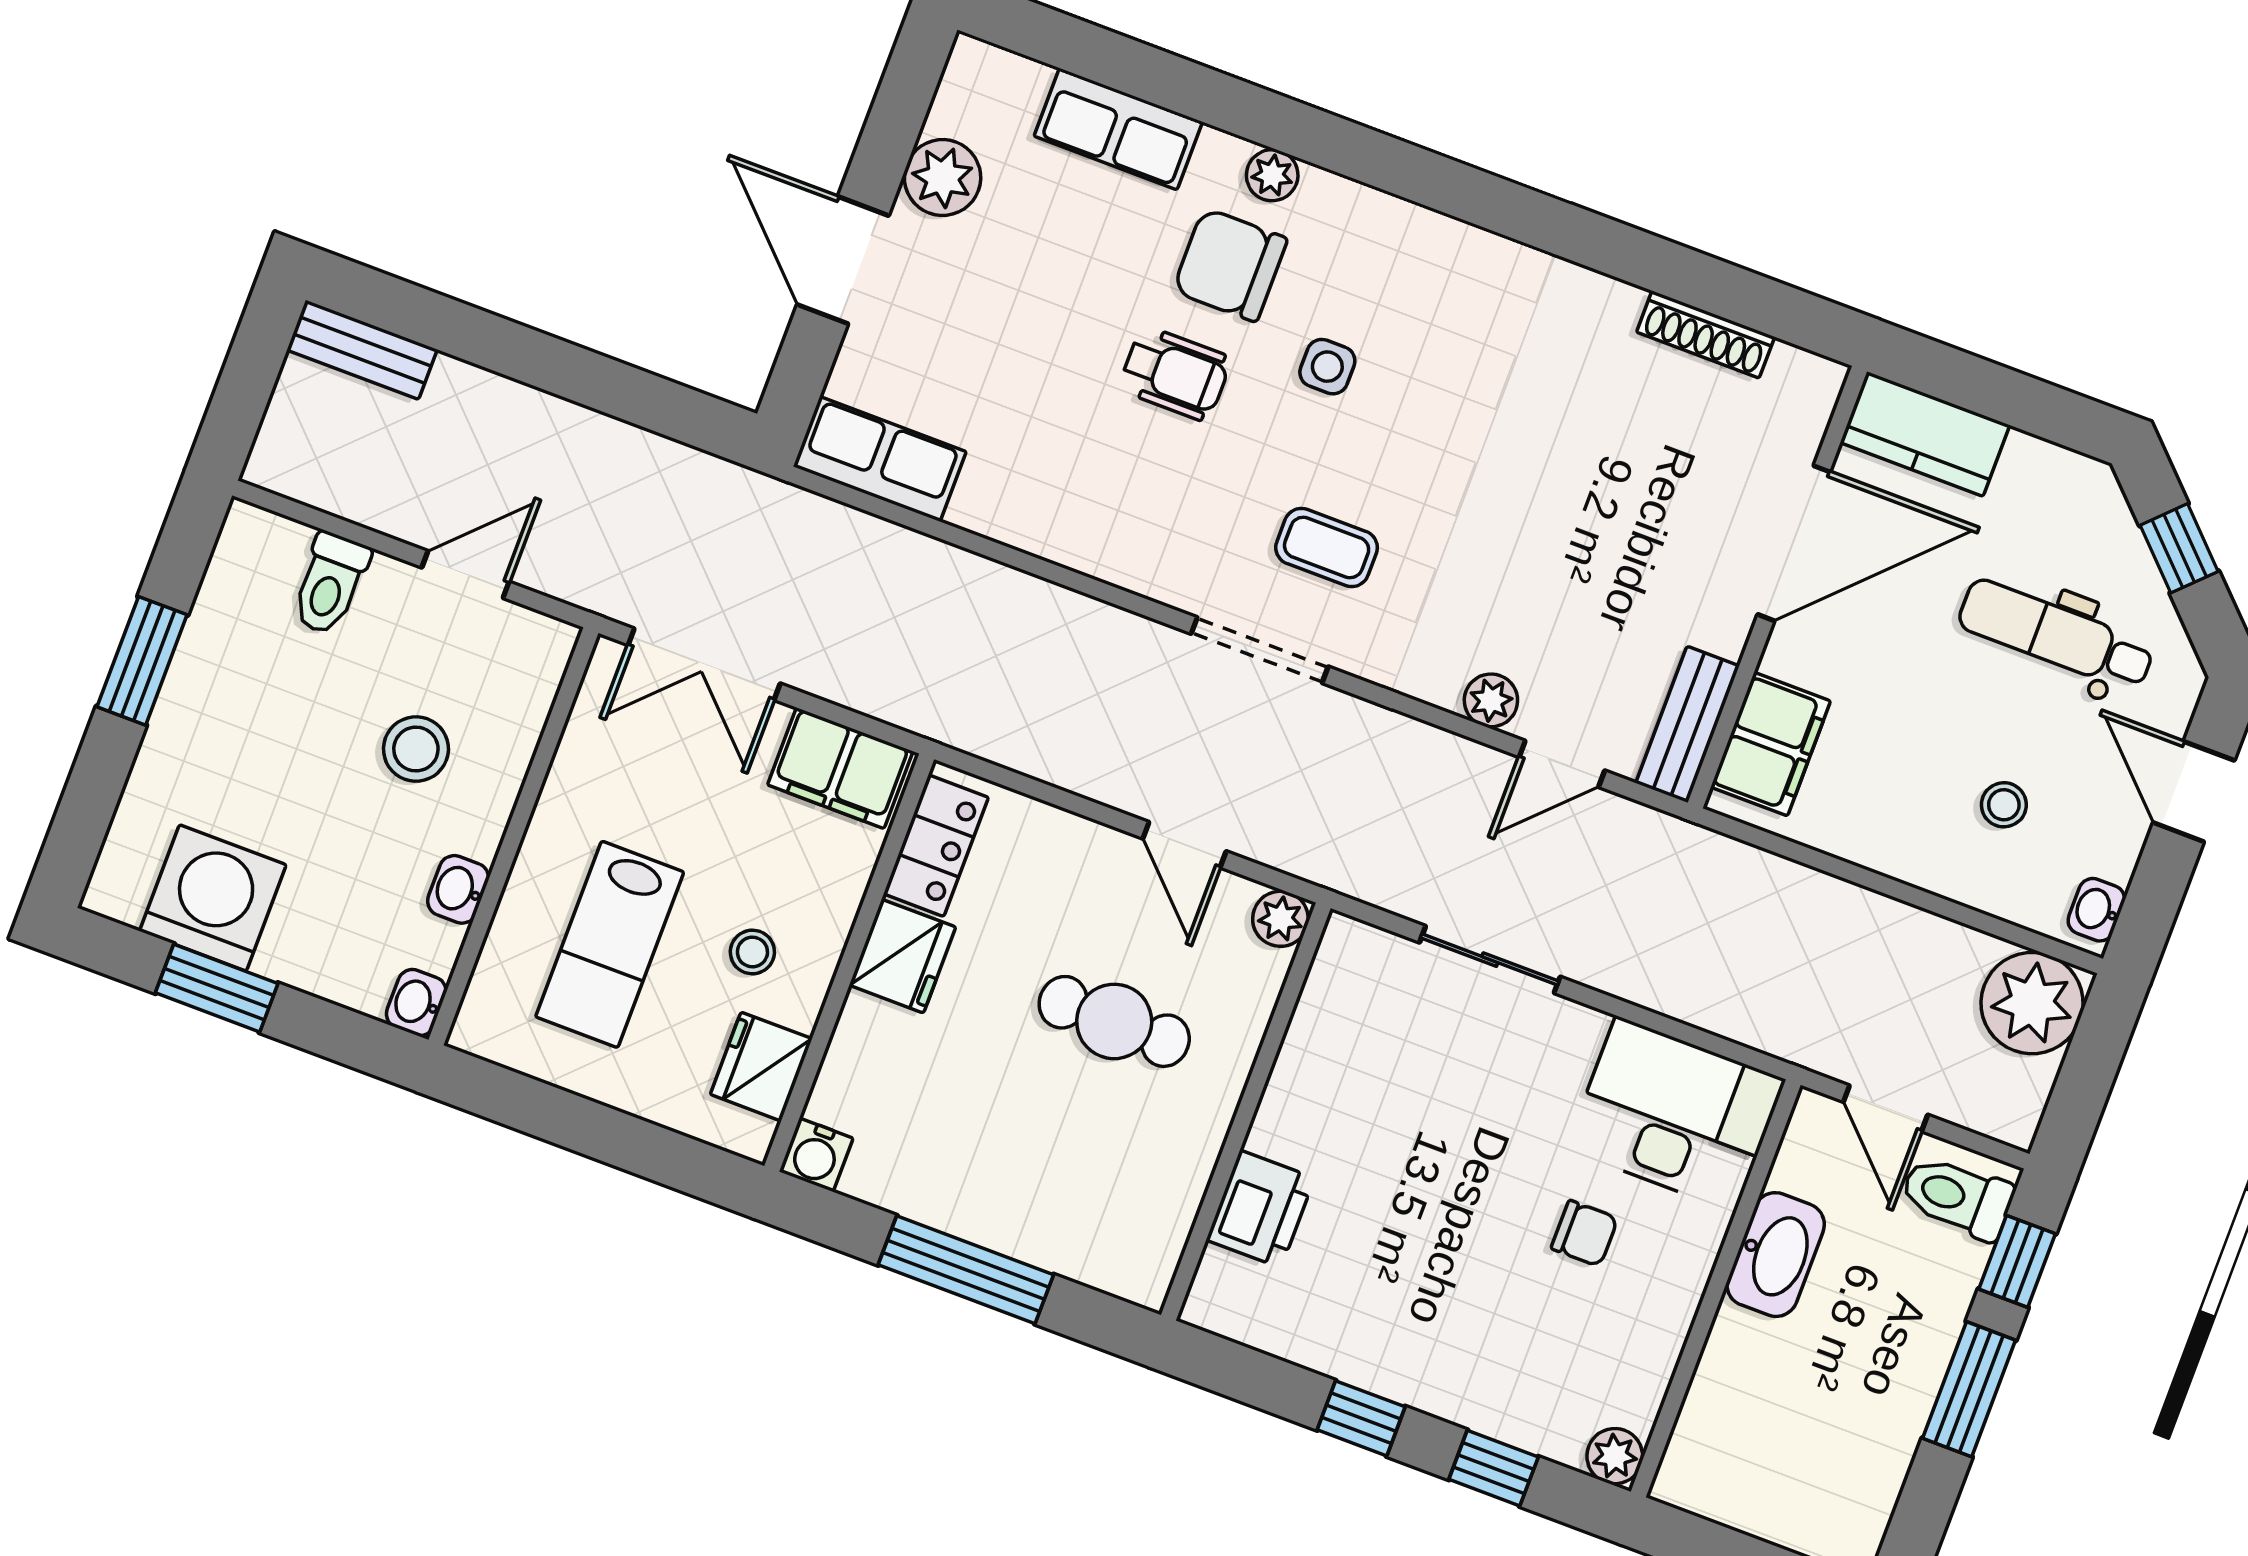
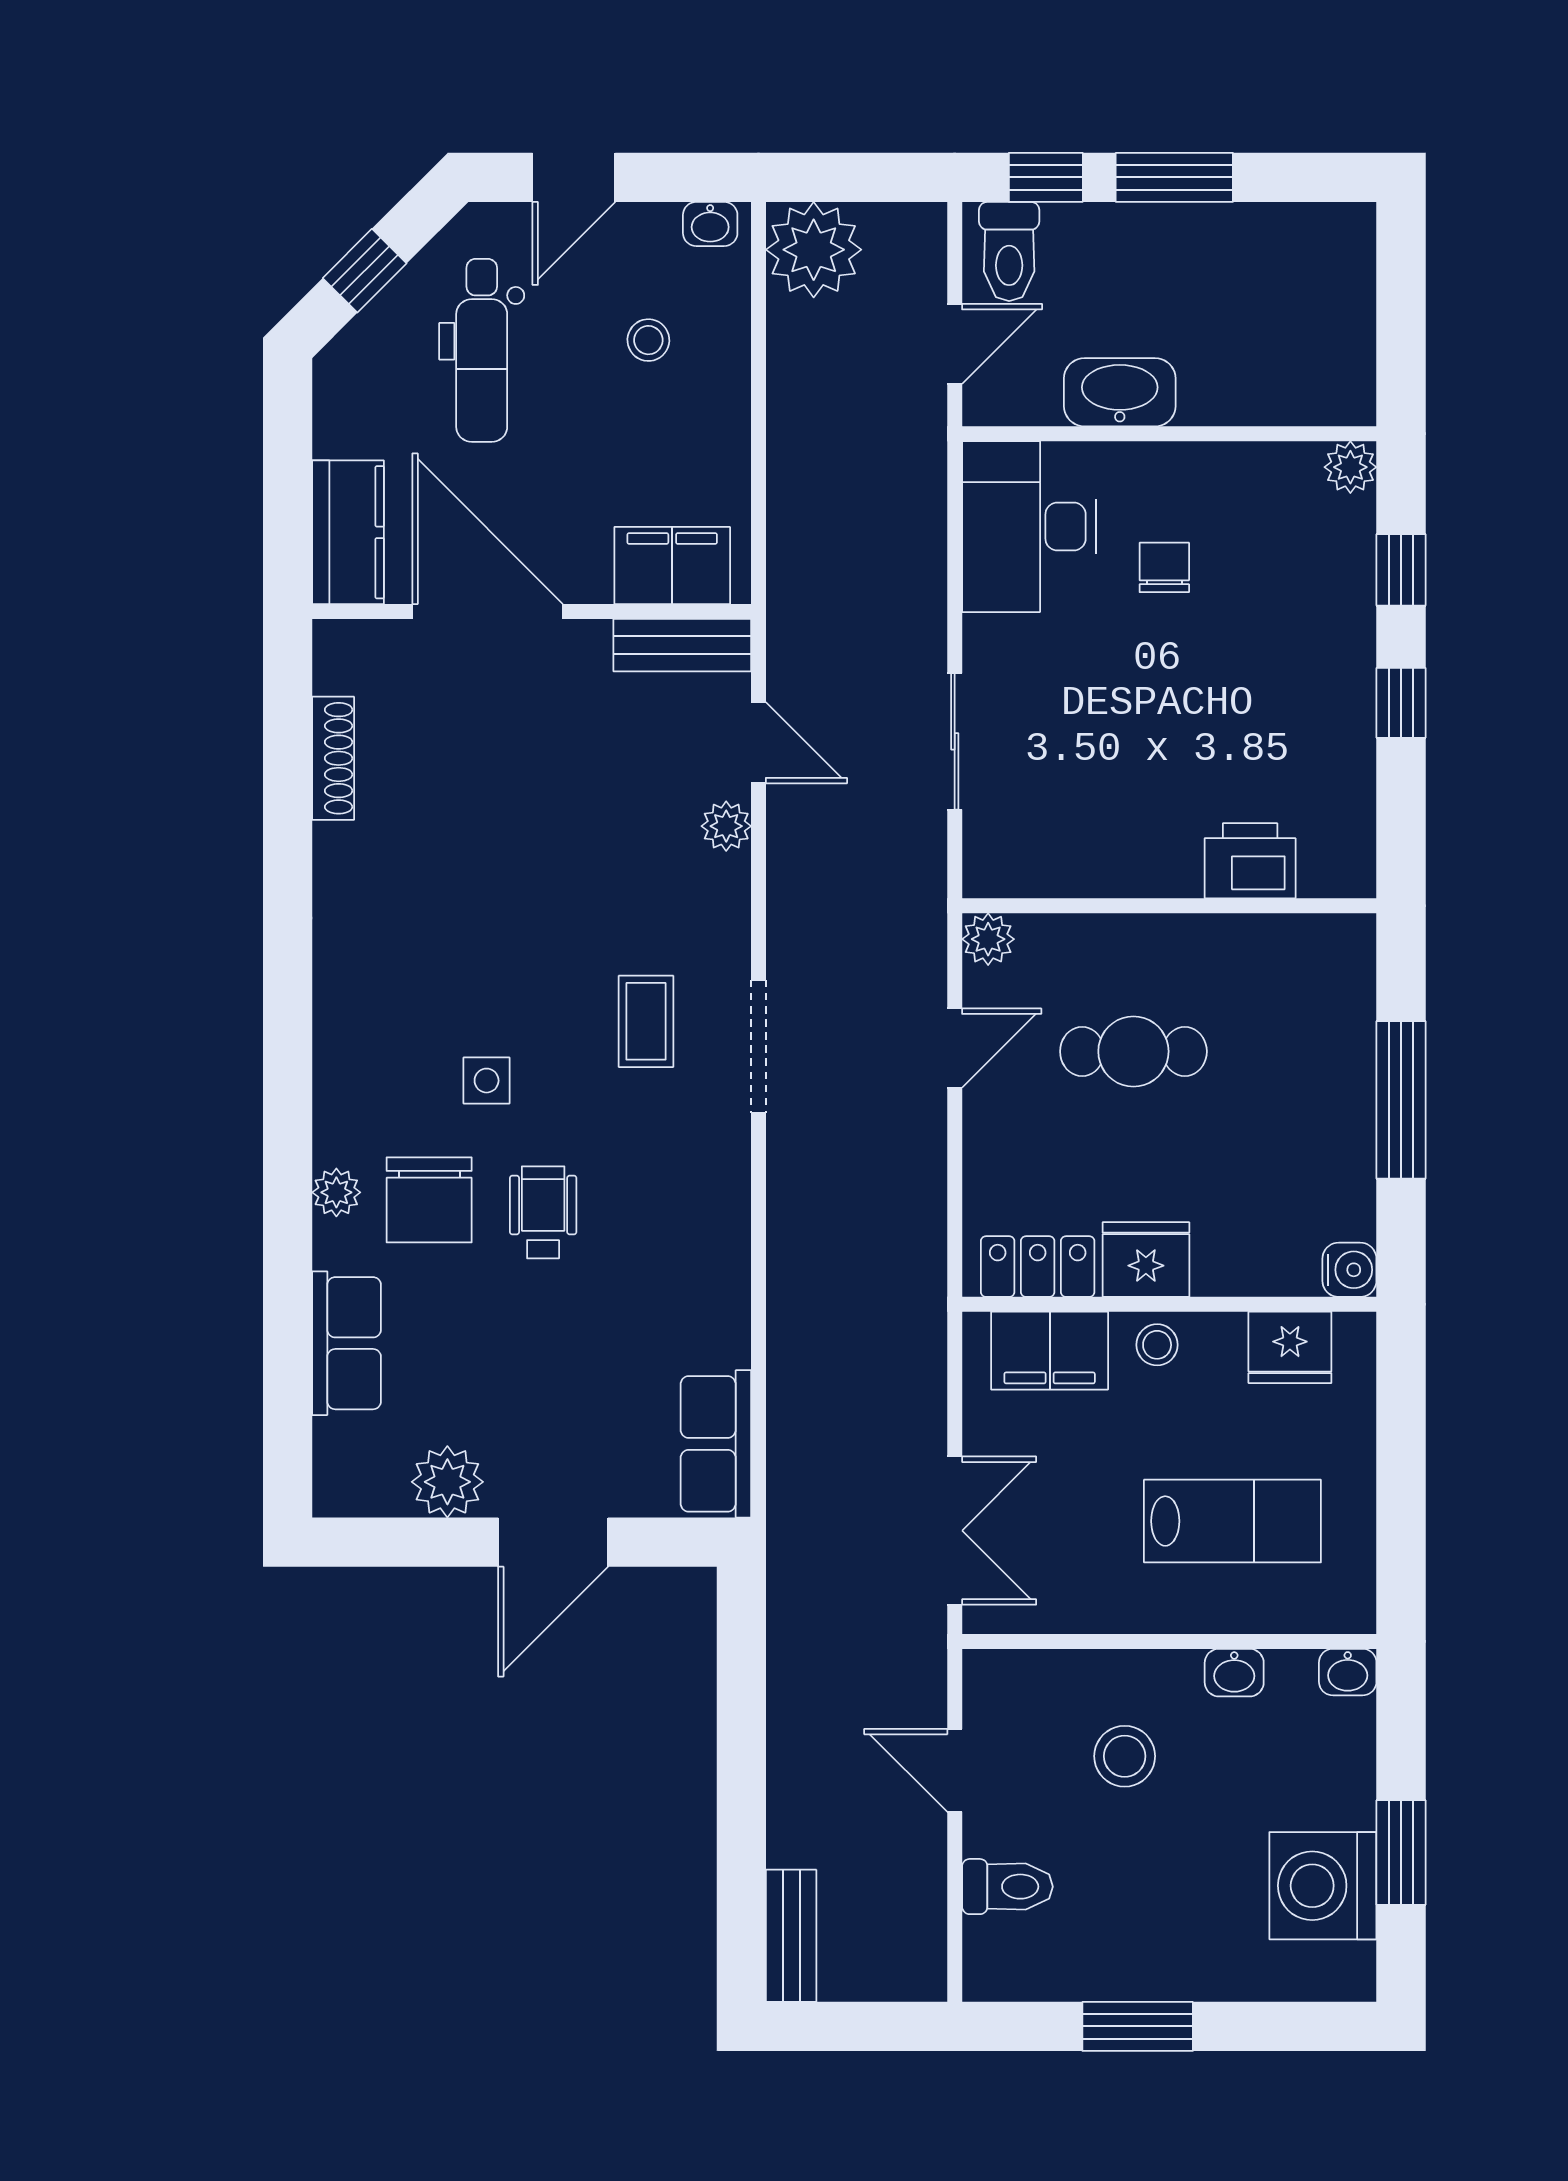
filing cabinet: (840, 768) -> (1050, 1351), moved, turned 90
stool: (752, 952) -> (1157, 1345), moved
cafe table: (1114, 1021) -> (1133, 1051), turned 90

